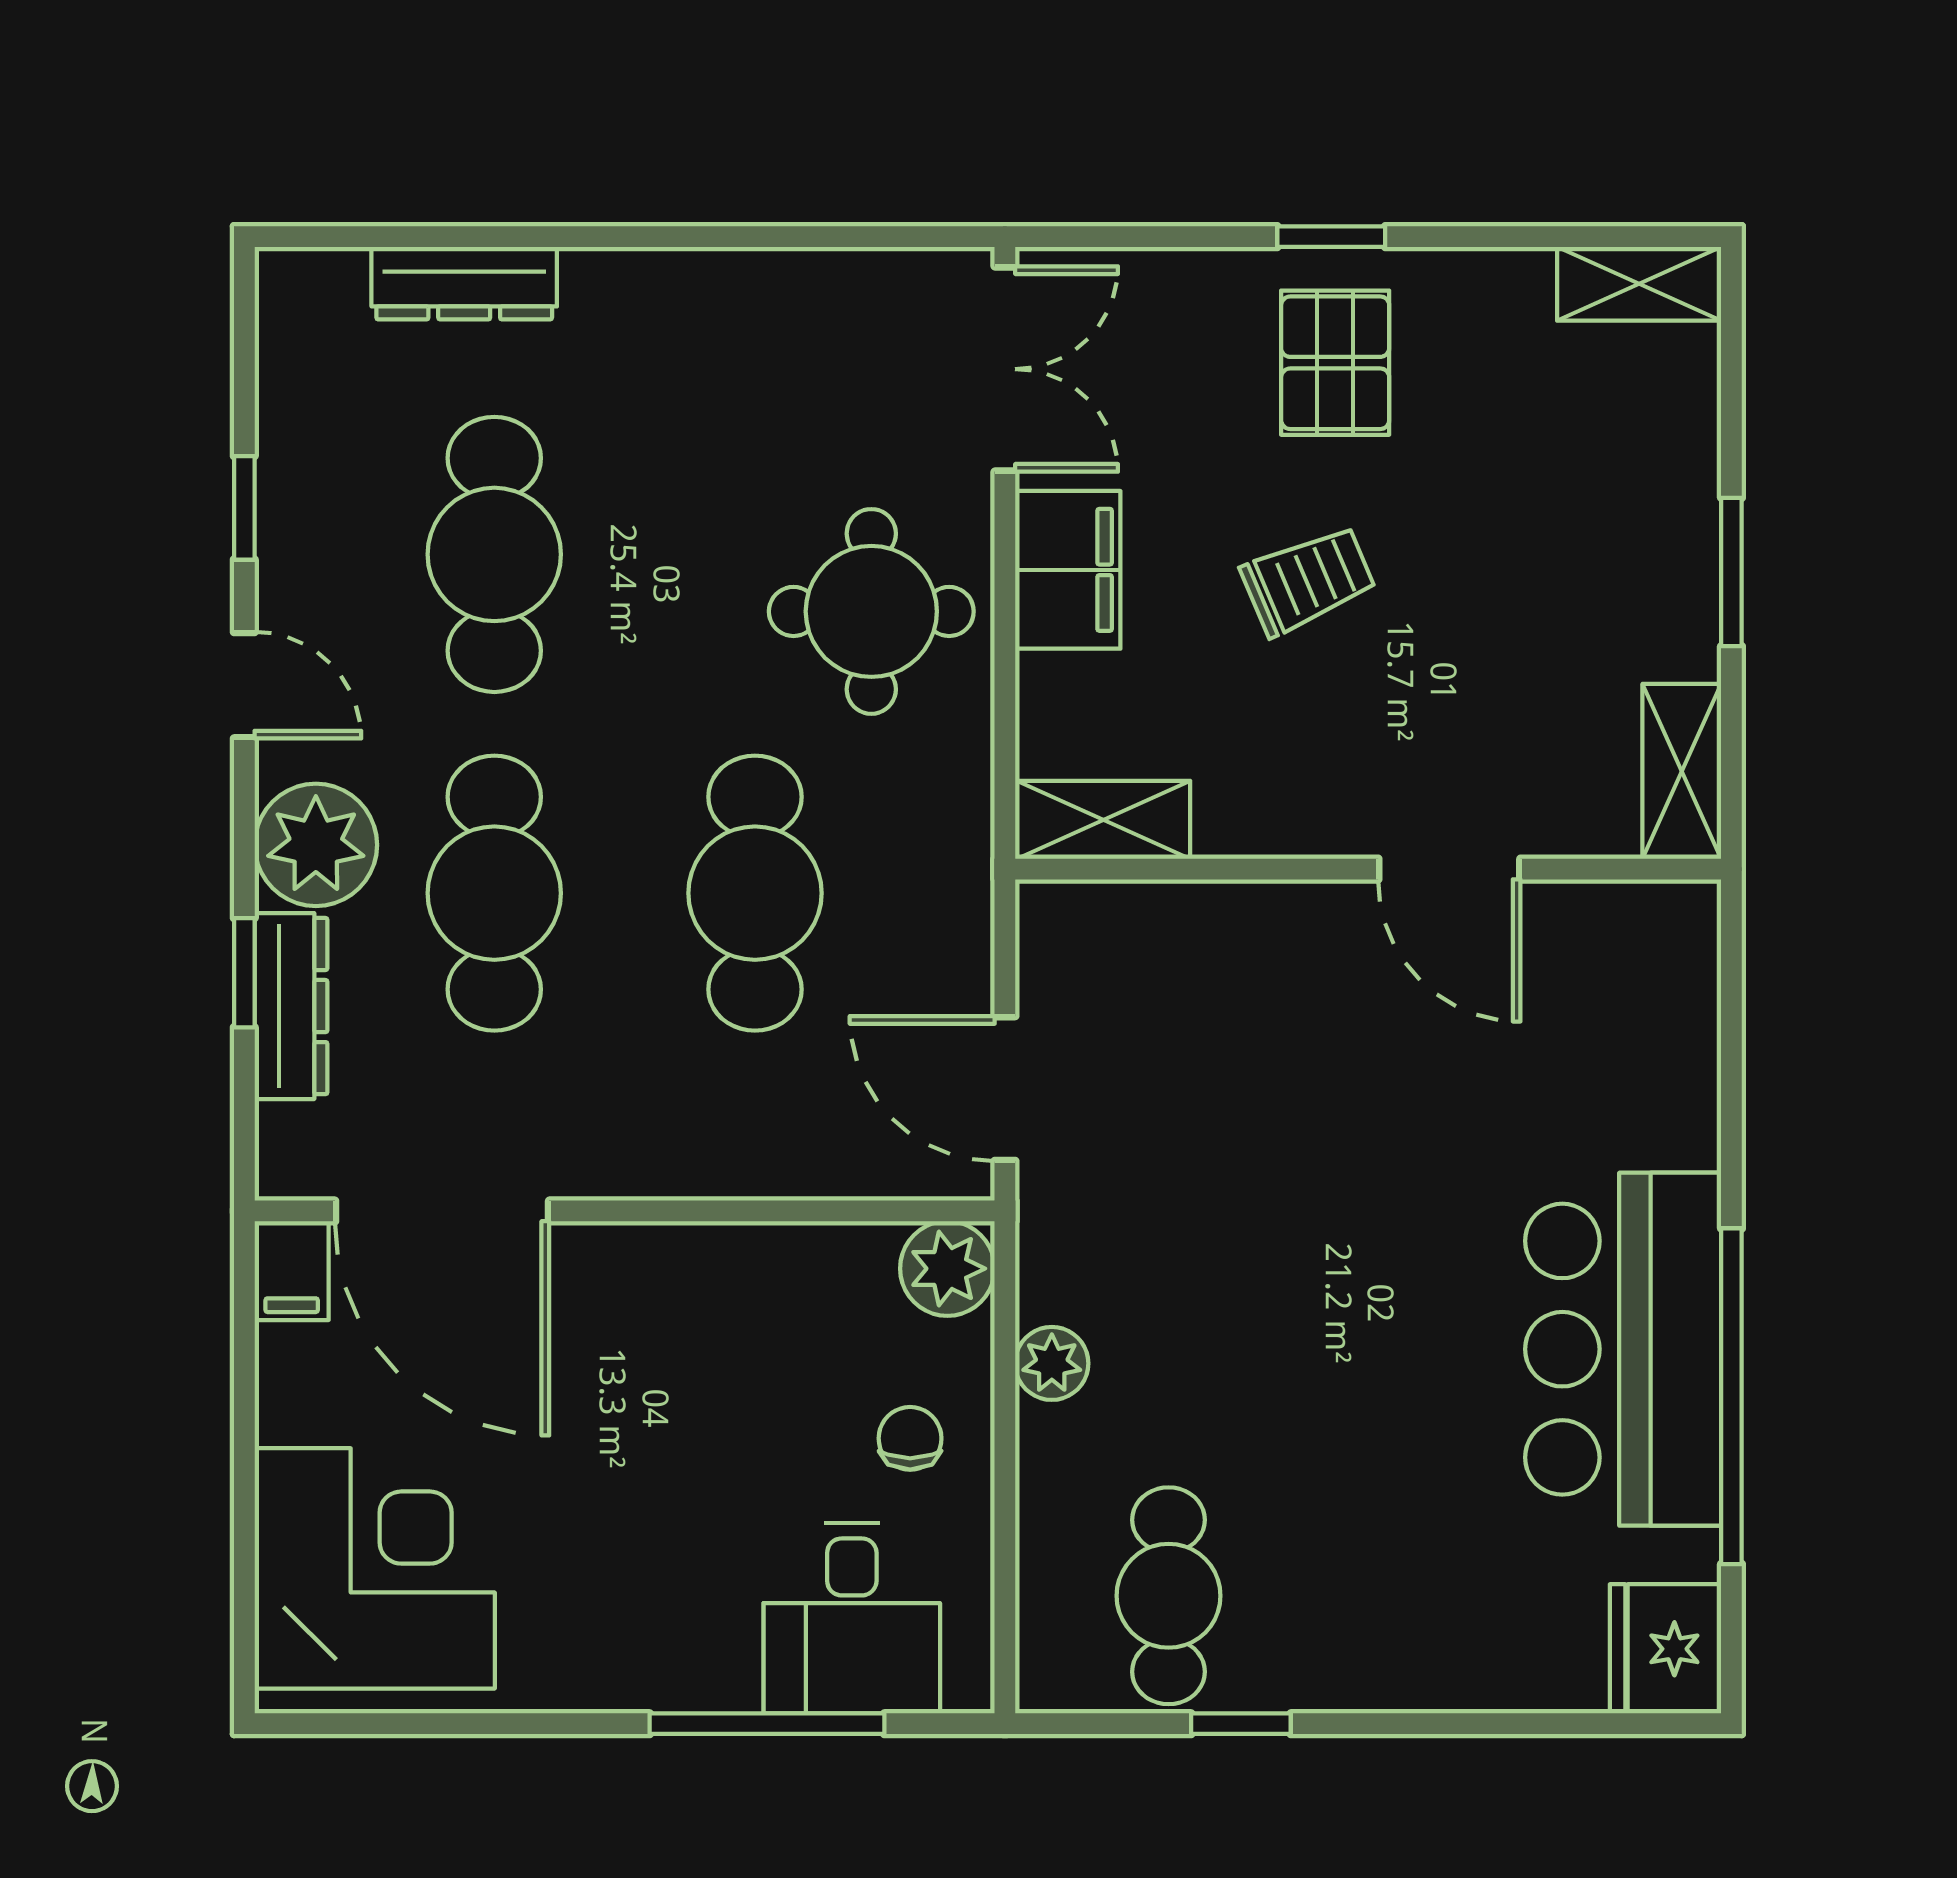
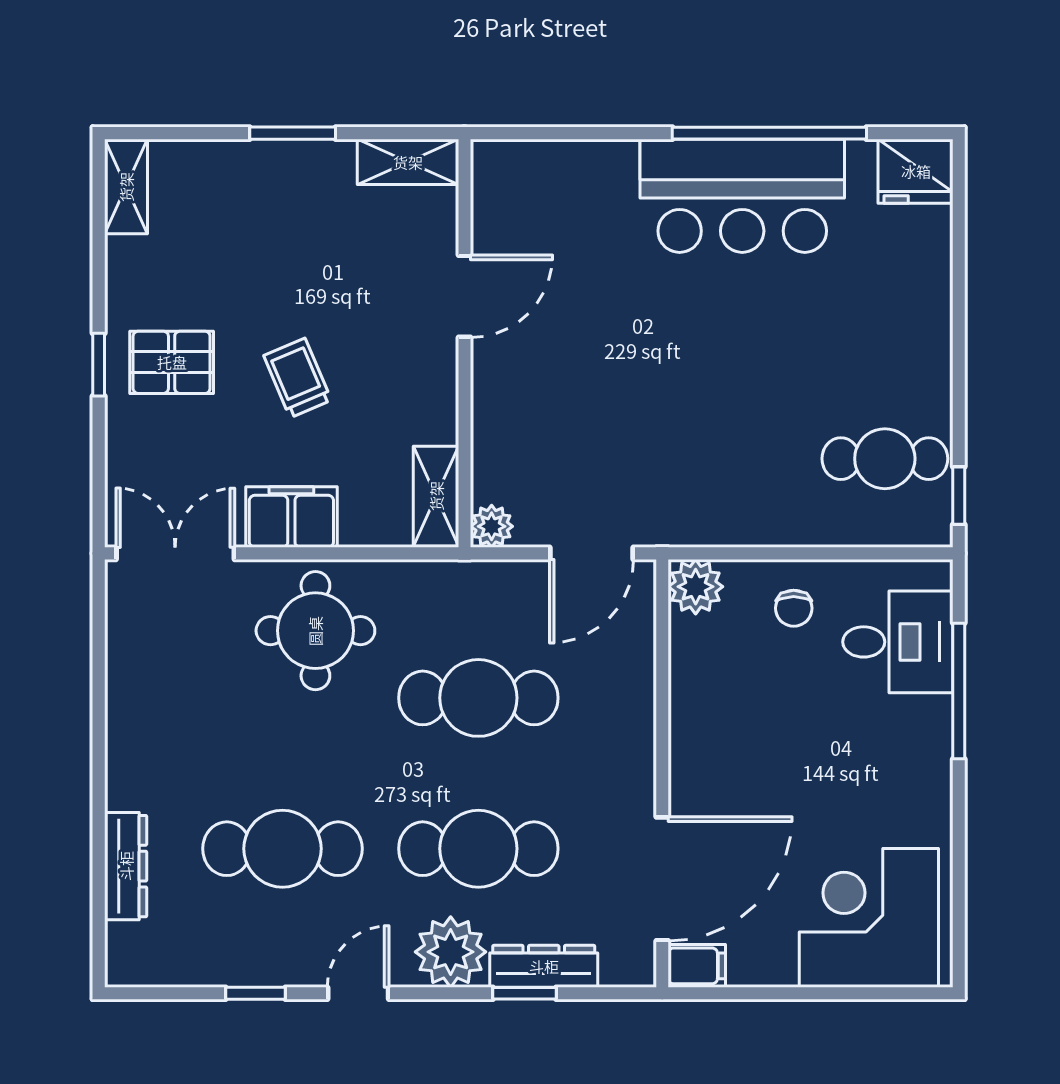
plant: (1052, 1363) -> (492, 526), moved
chair: (910, 1438) -> (794, 608), turned -90
window: (1241, 1724) -> (959, 496), moved

